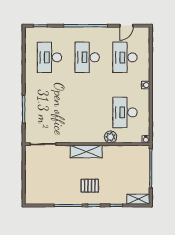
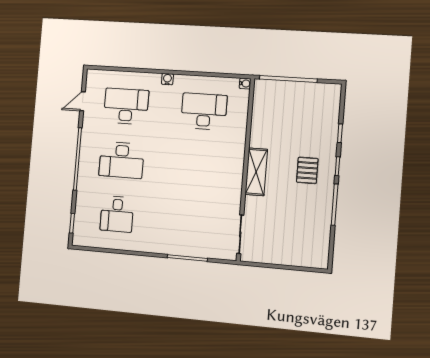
door: (126, 26) -> (82, 101), swing flipped
desk: (49, 57) -> (117, 214), width x0.73
desk: (125, 57) -> (126, 106), turned 180
desk: (125, 112) -> (204, 111), turned 180
plant: (111, 137) -> (238, 135), removed
shelving: (138, 199) -> (333, 100), removed

